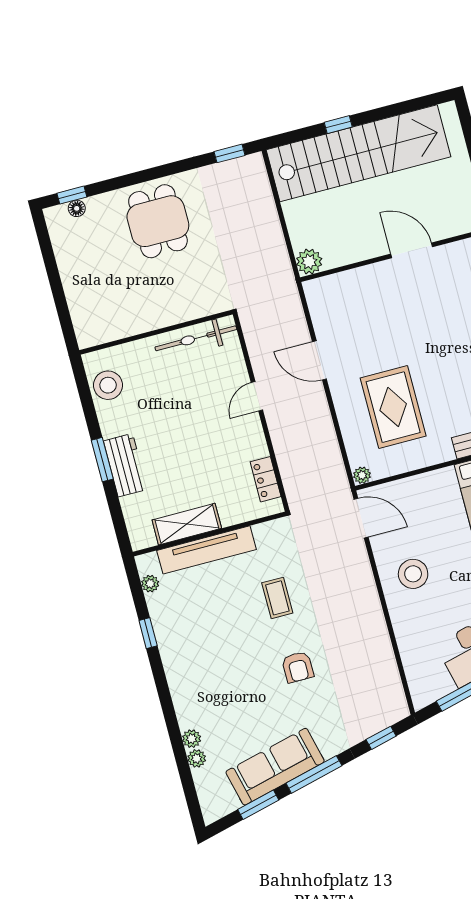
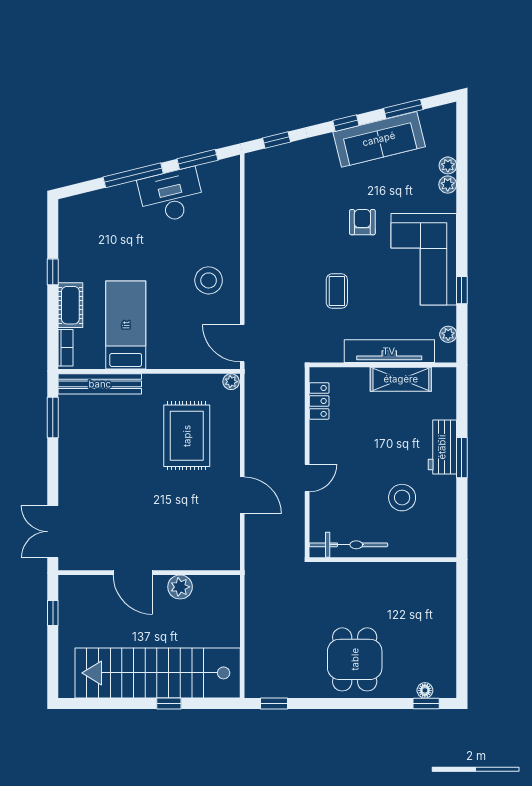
plant: (309, 262) -> (180, 587), moved
stool: (108, 385) -> (402, 498), moved
corner sofa: (196, 655) -> (424, 259), added
armchair: (298, 667) -> (362, 222), moved
window: (314, 774) -> (346, 123), width x0.46

